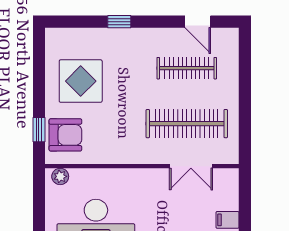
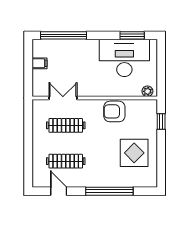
window: (119, 22) -> (109, 191), width x3.17
clothes rail: (187, 124) -> (66, 125), width x0.73, depth x0.76
armchair: (65, 135) -> (114, 111), moved

